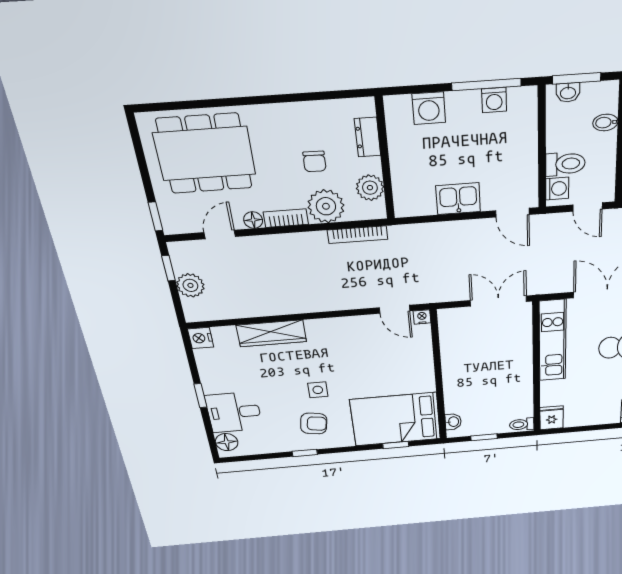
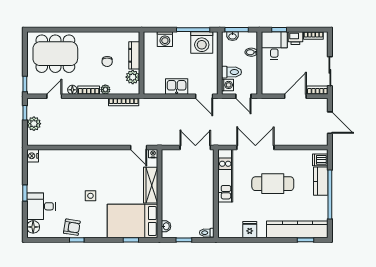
washing machine: (494, 100) -> (202, 43), width x1.89, depth x1.89
dresser: (367, 137) -> (134, 55), width x1.44
plant: (326, 206) -> (105, 90), width x0.53, depth x0.53
wardrobe: (271, 333) -> (151, 185), moved, turned 90
fridge: (552, 418) -> (250, 230), moved
armchair: (314, 423) -> (72, 227), moved

